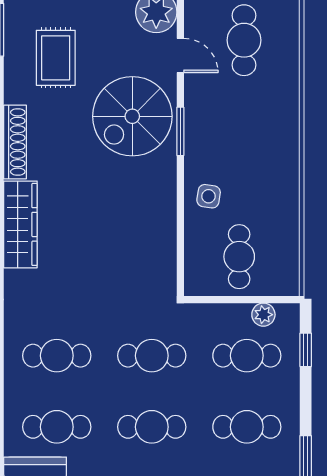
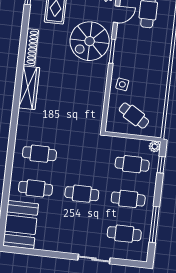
door: (180, 56) -> (116, 14), hinge flipped
cafe table: (239, 257) -> (134, 116), turned -59
plant: (263, 315) -> (155, 147), moved
cafe table: (152, 356) -> (86, 159), removed

